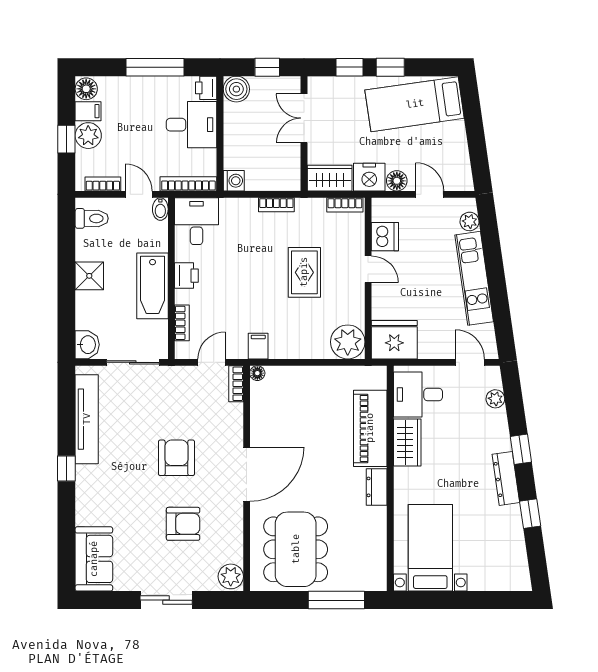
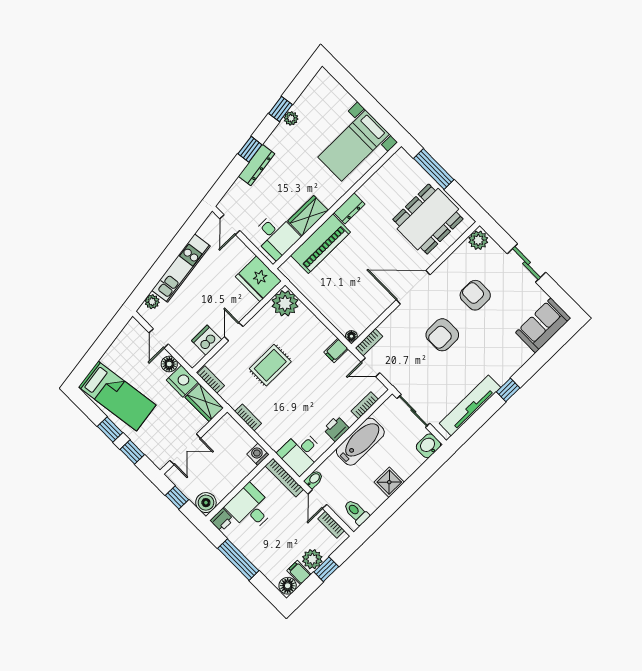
plant: (495, 399) -> (291, 118), moved
dresser: (506, 478) -> (256, 165), moved

